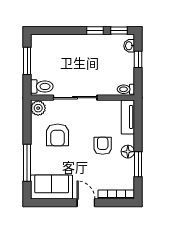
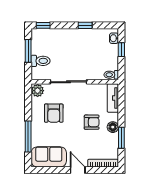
window: (119, 30) -> (43, 25), moved
toilet: (42, 86) -> (41, 61), moved
armchair: (103, 146) -> (92, 122), turned 90

